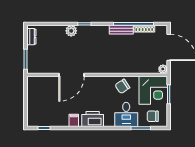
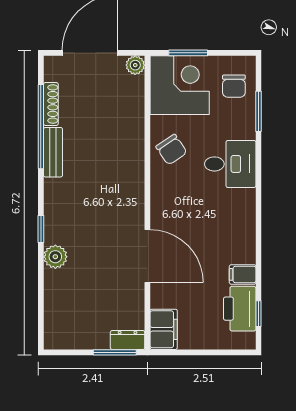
dresser: (31, 37) -> (128, 340), moved
filing cabinet: (36, 83) -> (164, 329), added
desk: (126, 114) -> (230, 164), moved
printer: (93, 119) -> (240, 309), moved
filing cabinet: (74, 120) -> (243, 274), moved

